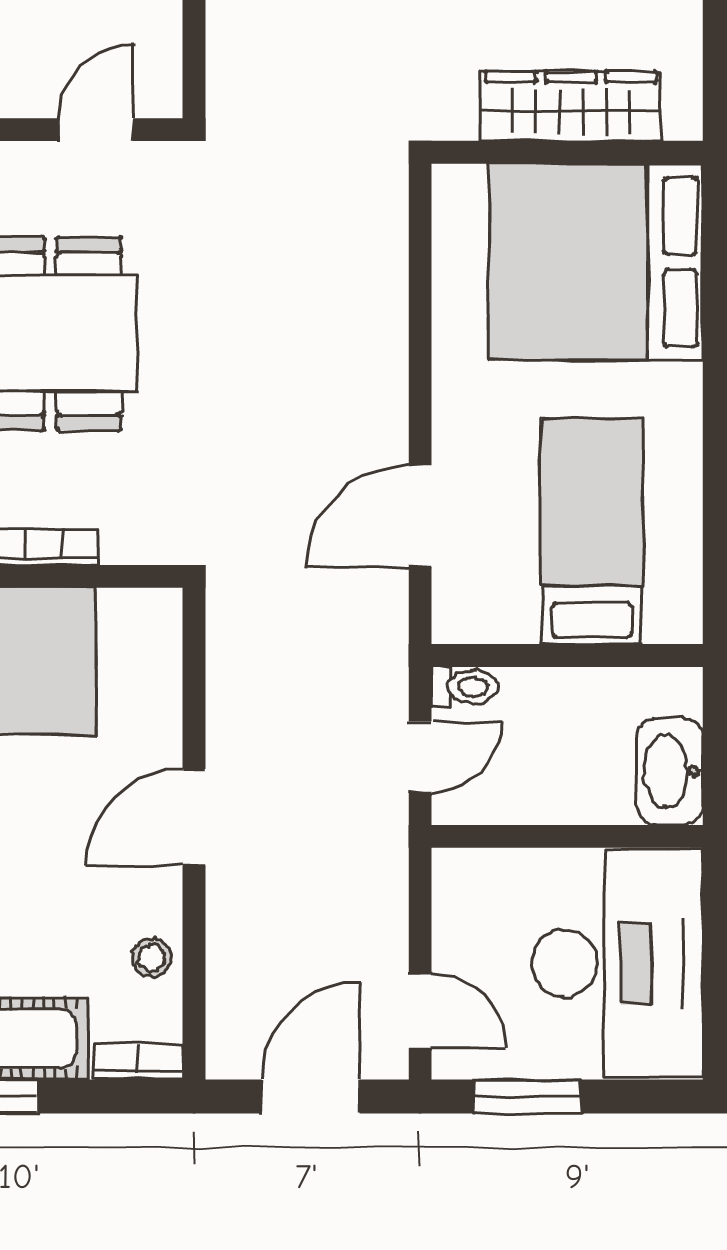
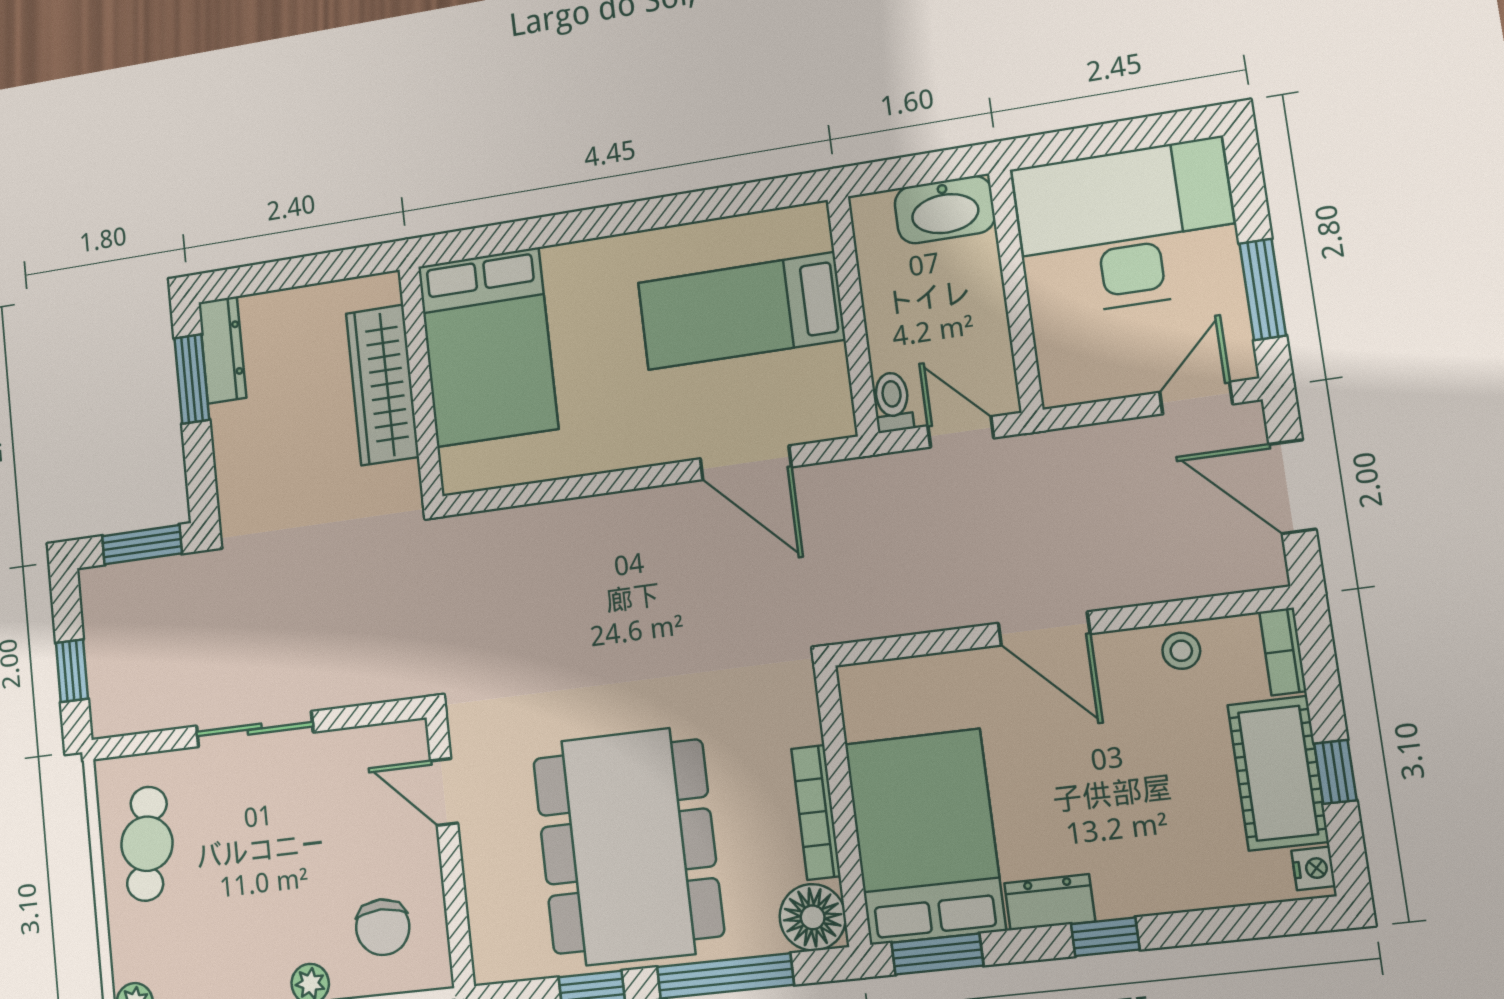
bed: (596, 262) -> (488, 347), width x0.73

